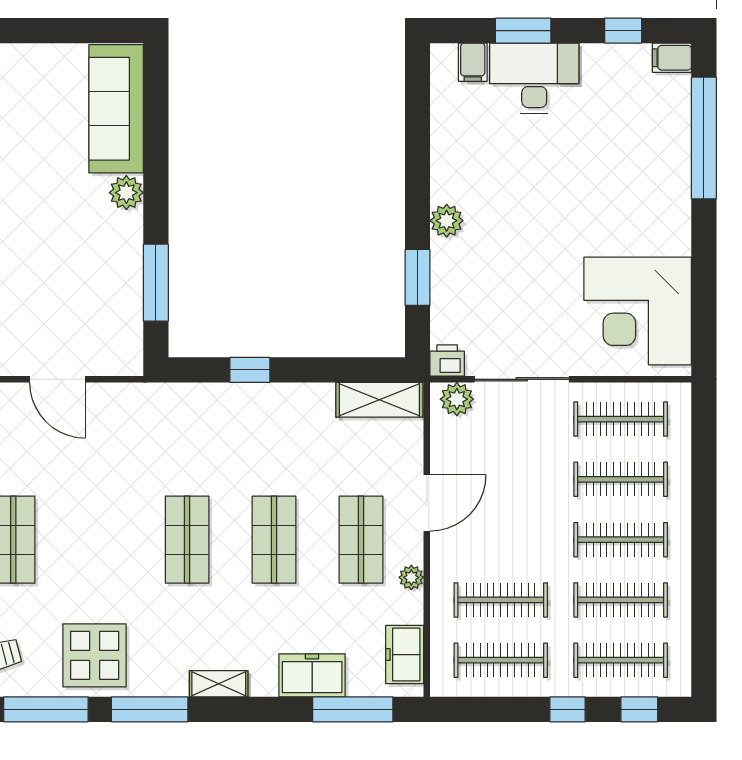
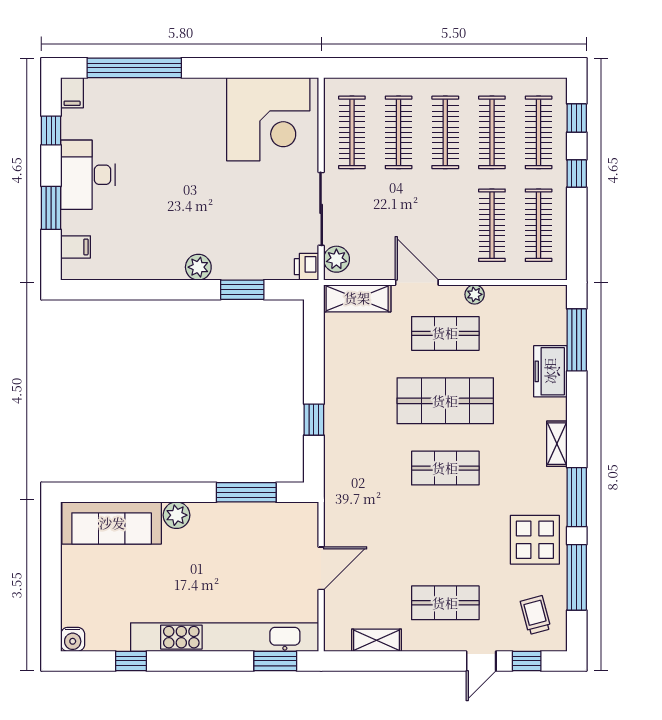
desk: (534, 78) -> (88, 175), moved
shelving: (379, 400) -> (357, 298), moved, turned 90
shop shelf: (274, 540) -> (445, 401), width x1.43, depth x1.36
freezer: (405, 655) -> (534, 300), removed

